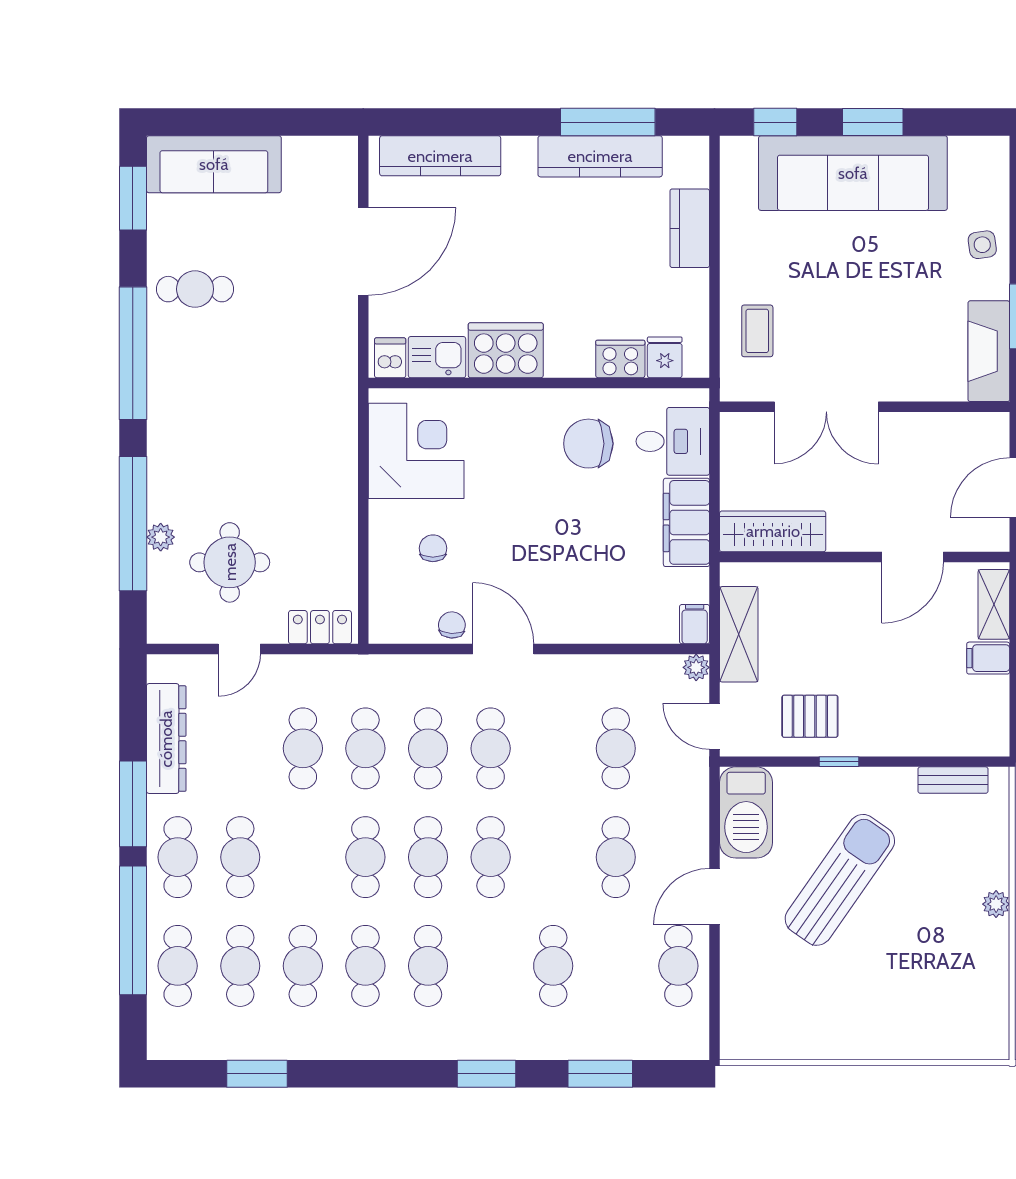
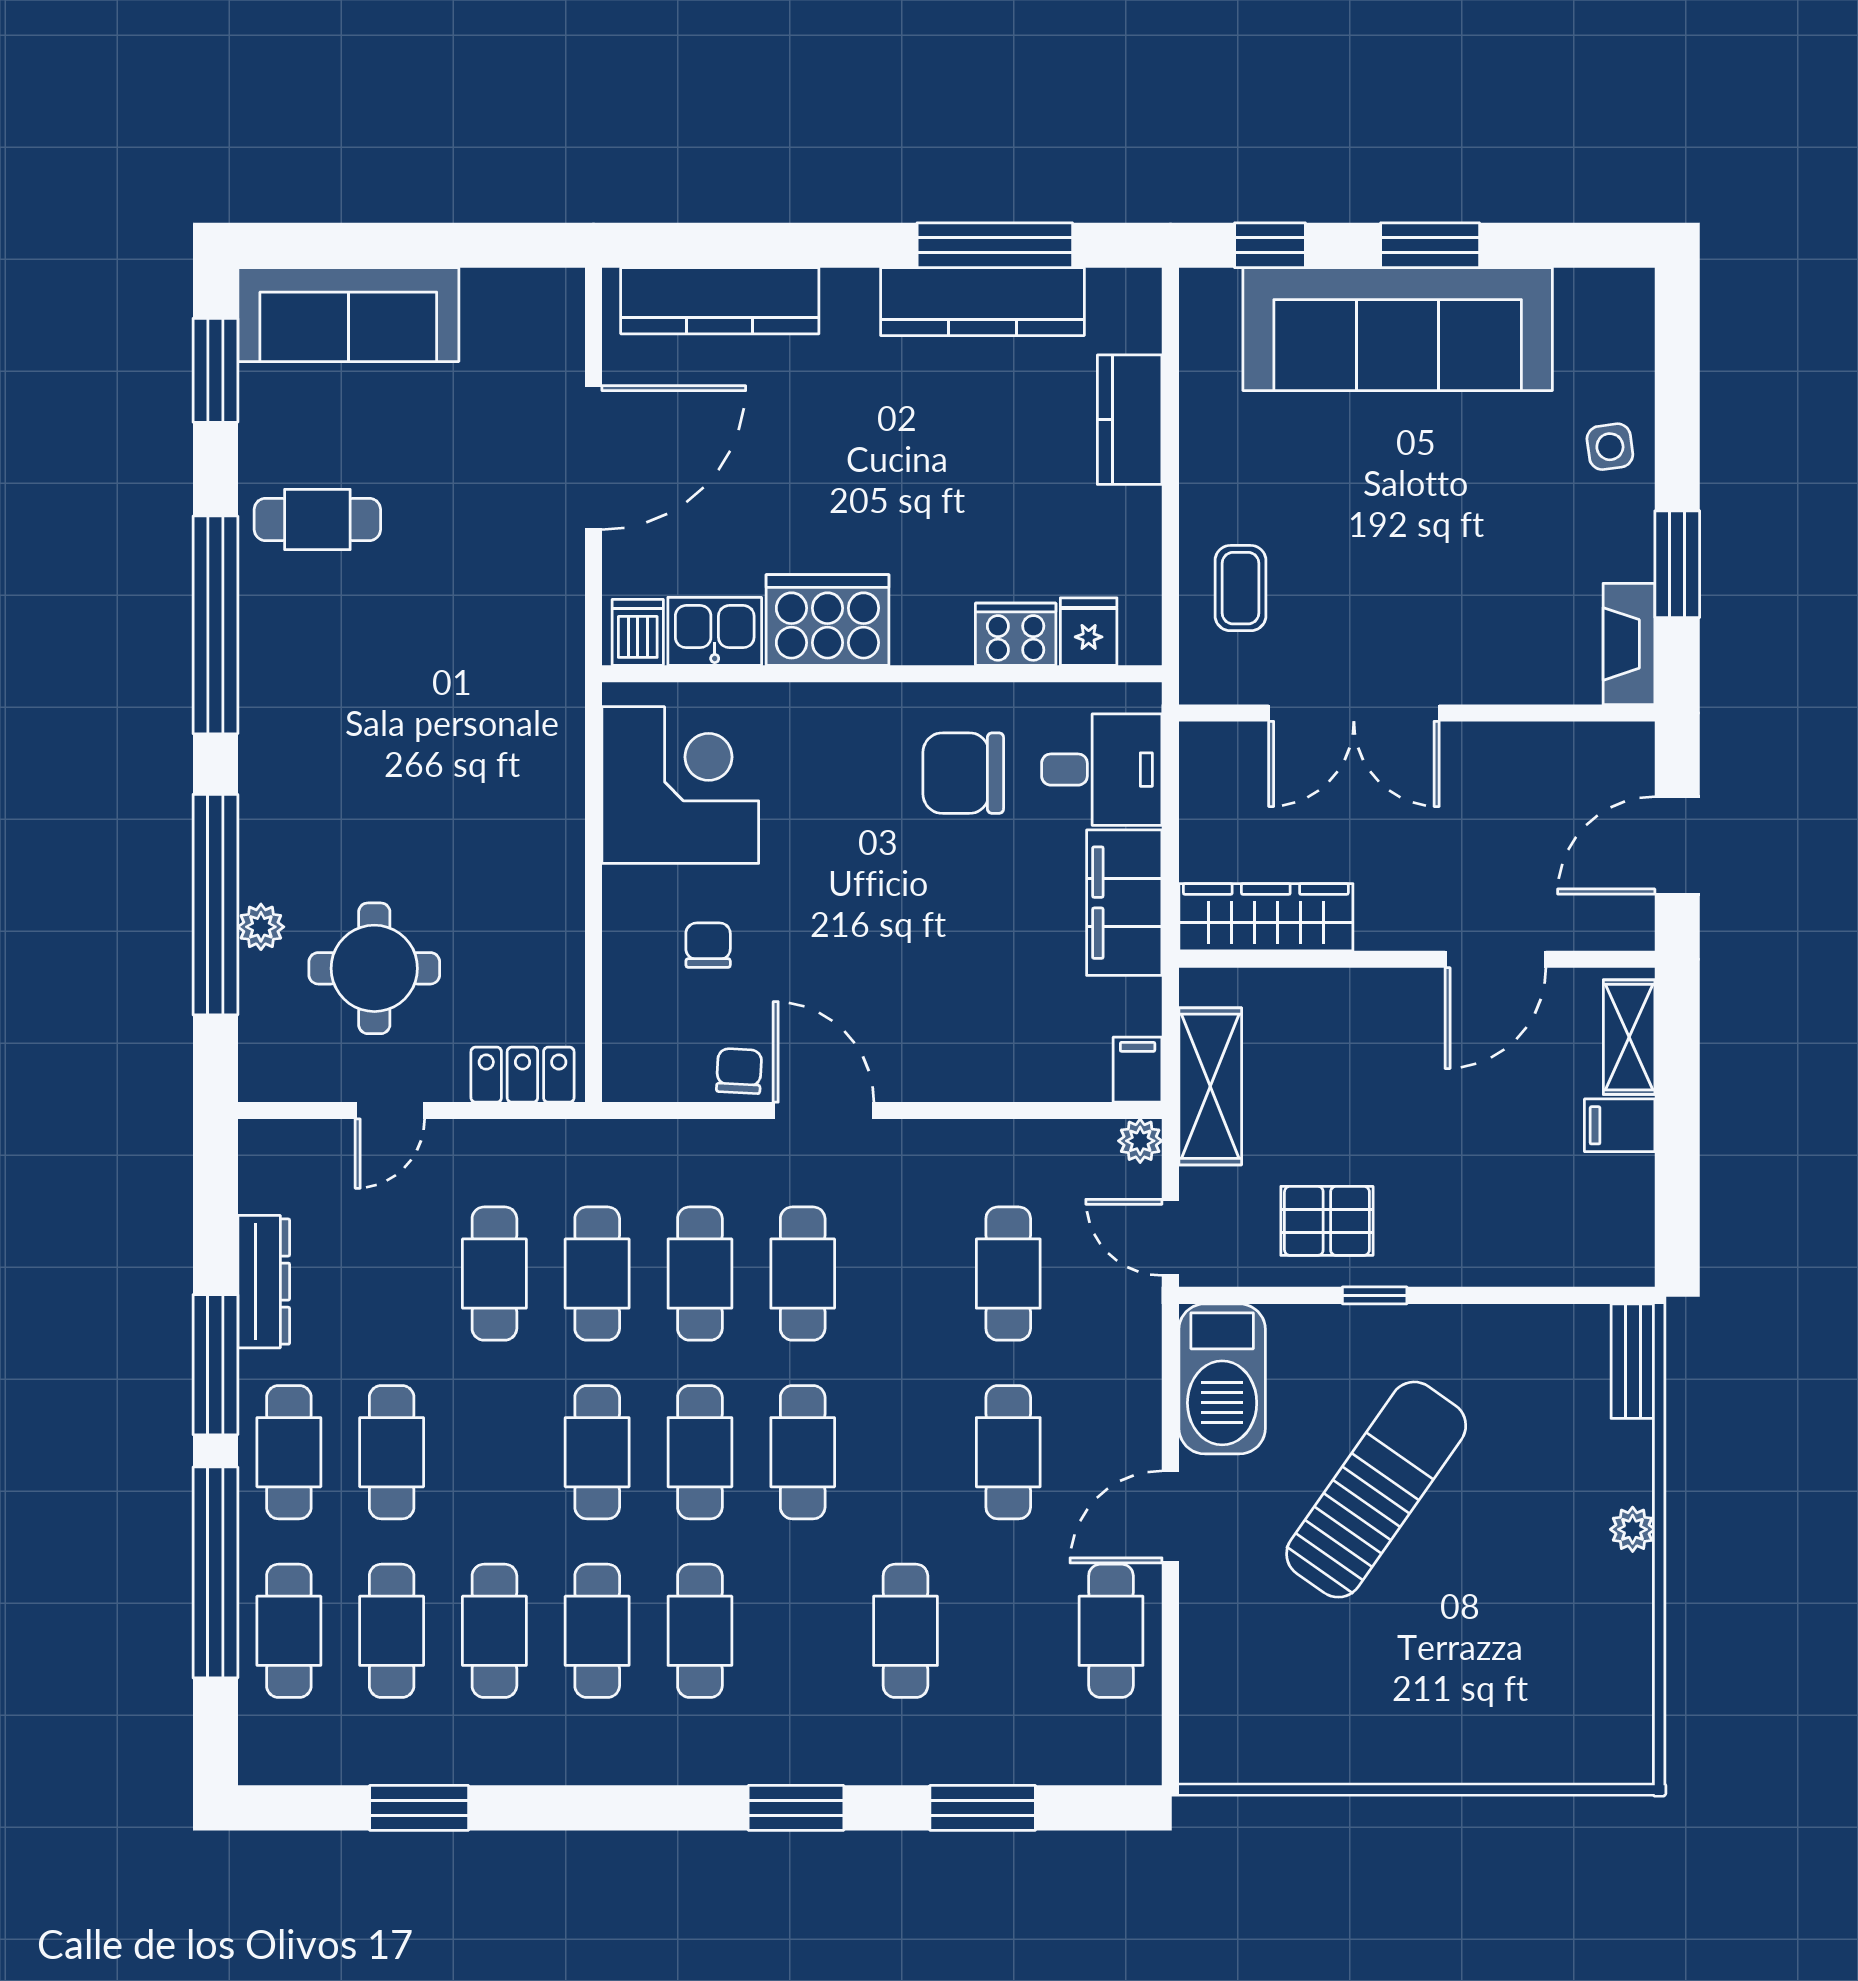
fireplace: (989, 351) -> (1629, 644), width x0.73, depth x0.76
dresser: (166, 739) -> (264, 1282), width x0.73, depth x0.80
bench: (953, 780) -> (1633, 1361), moved, turned 90

